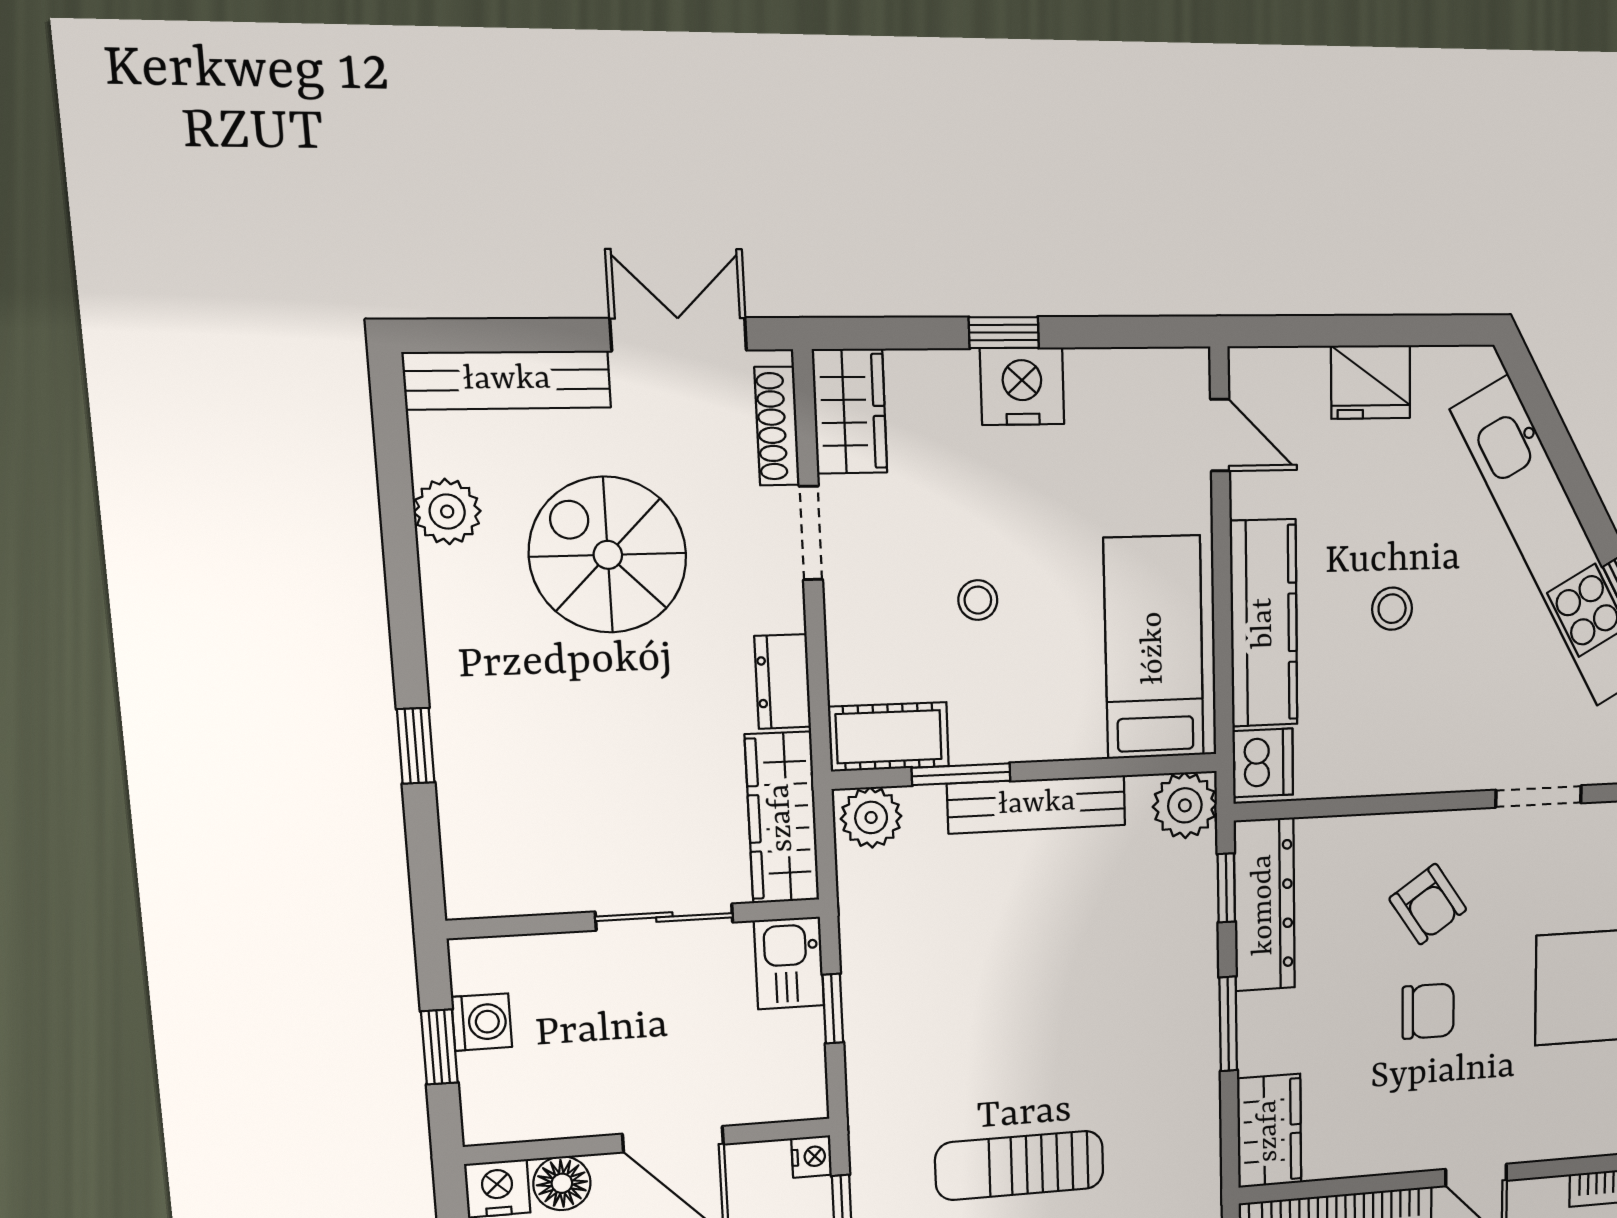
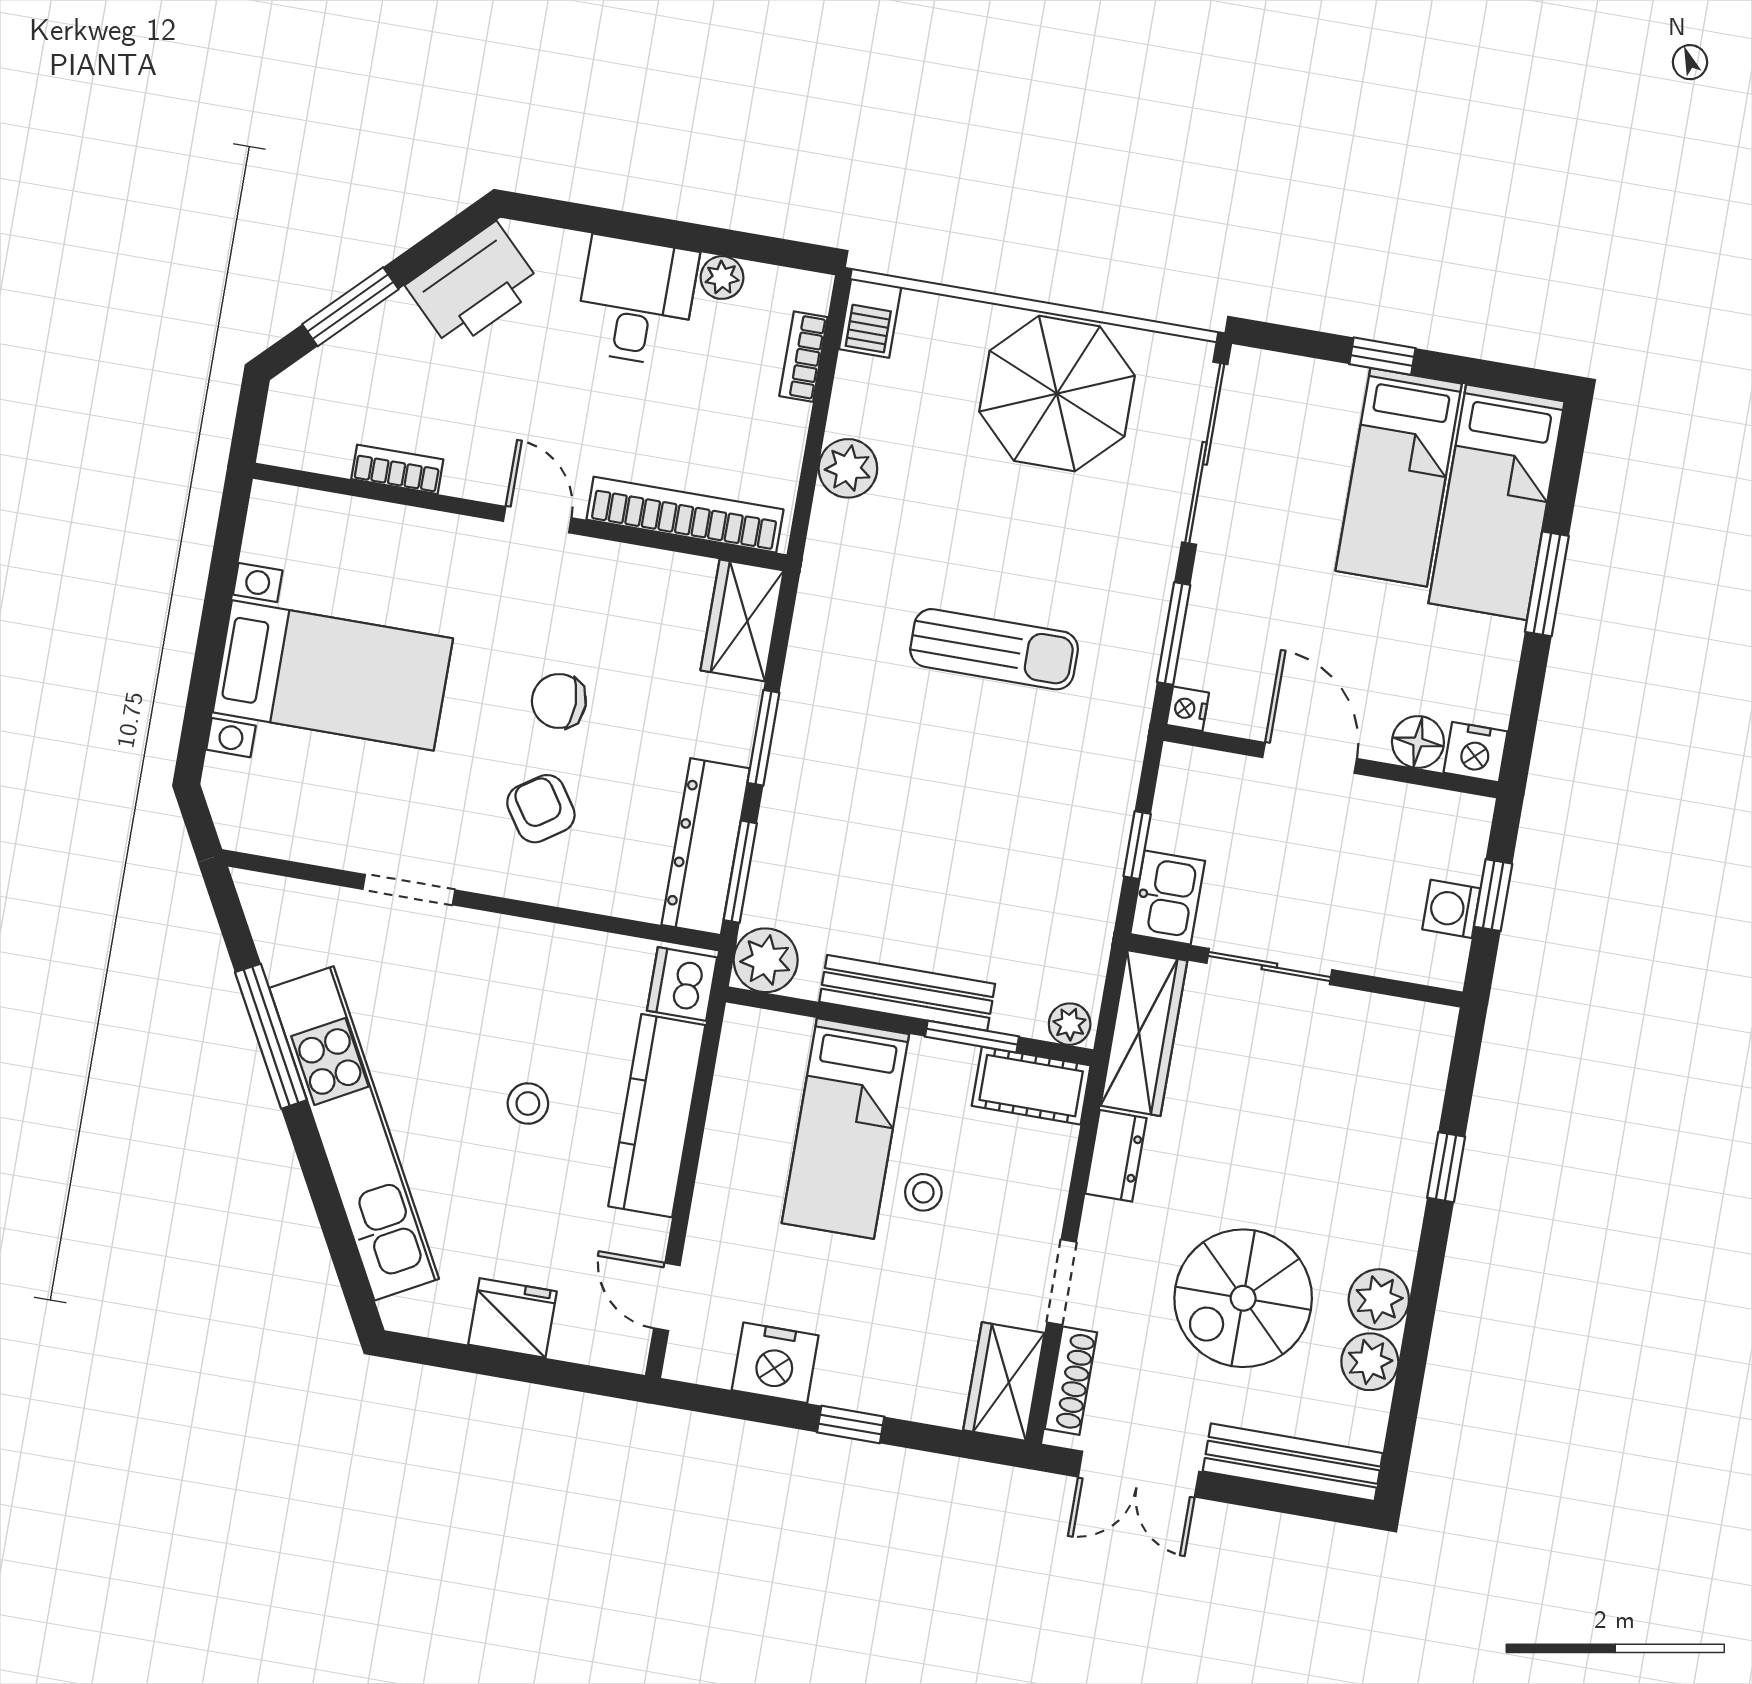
nightstand: (1022, 386) -> (775, 1363), moved
spiral stairs: (608, 555) -> (1243, 1298), turned 90
plant: (455, 584) -> (1379, 1299), added
bed: (1154, 648) -> (845, 1129), moved
plant: (871, 817) -> (1070, 1024), width x0.73, depth x0.73
window: (1226, 888) -> (740, 872), width x1.50

